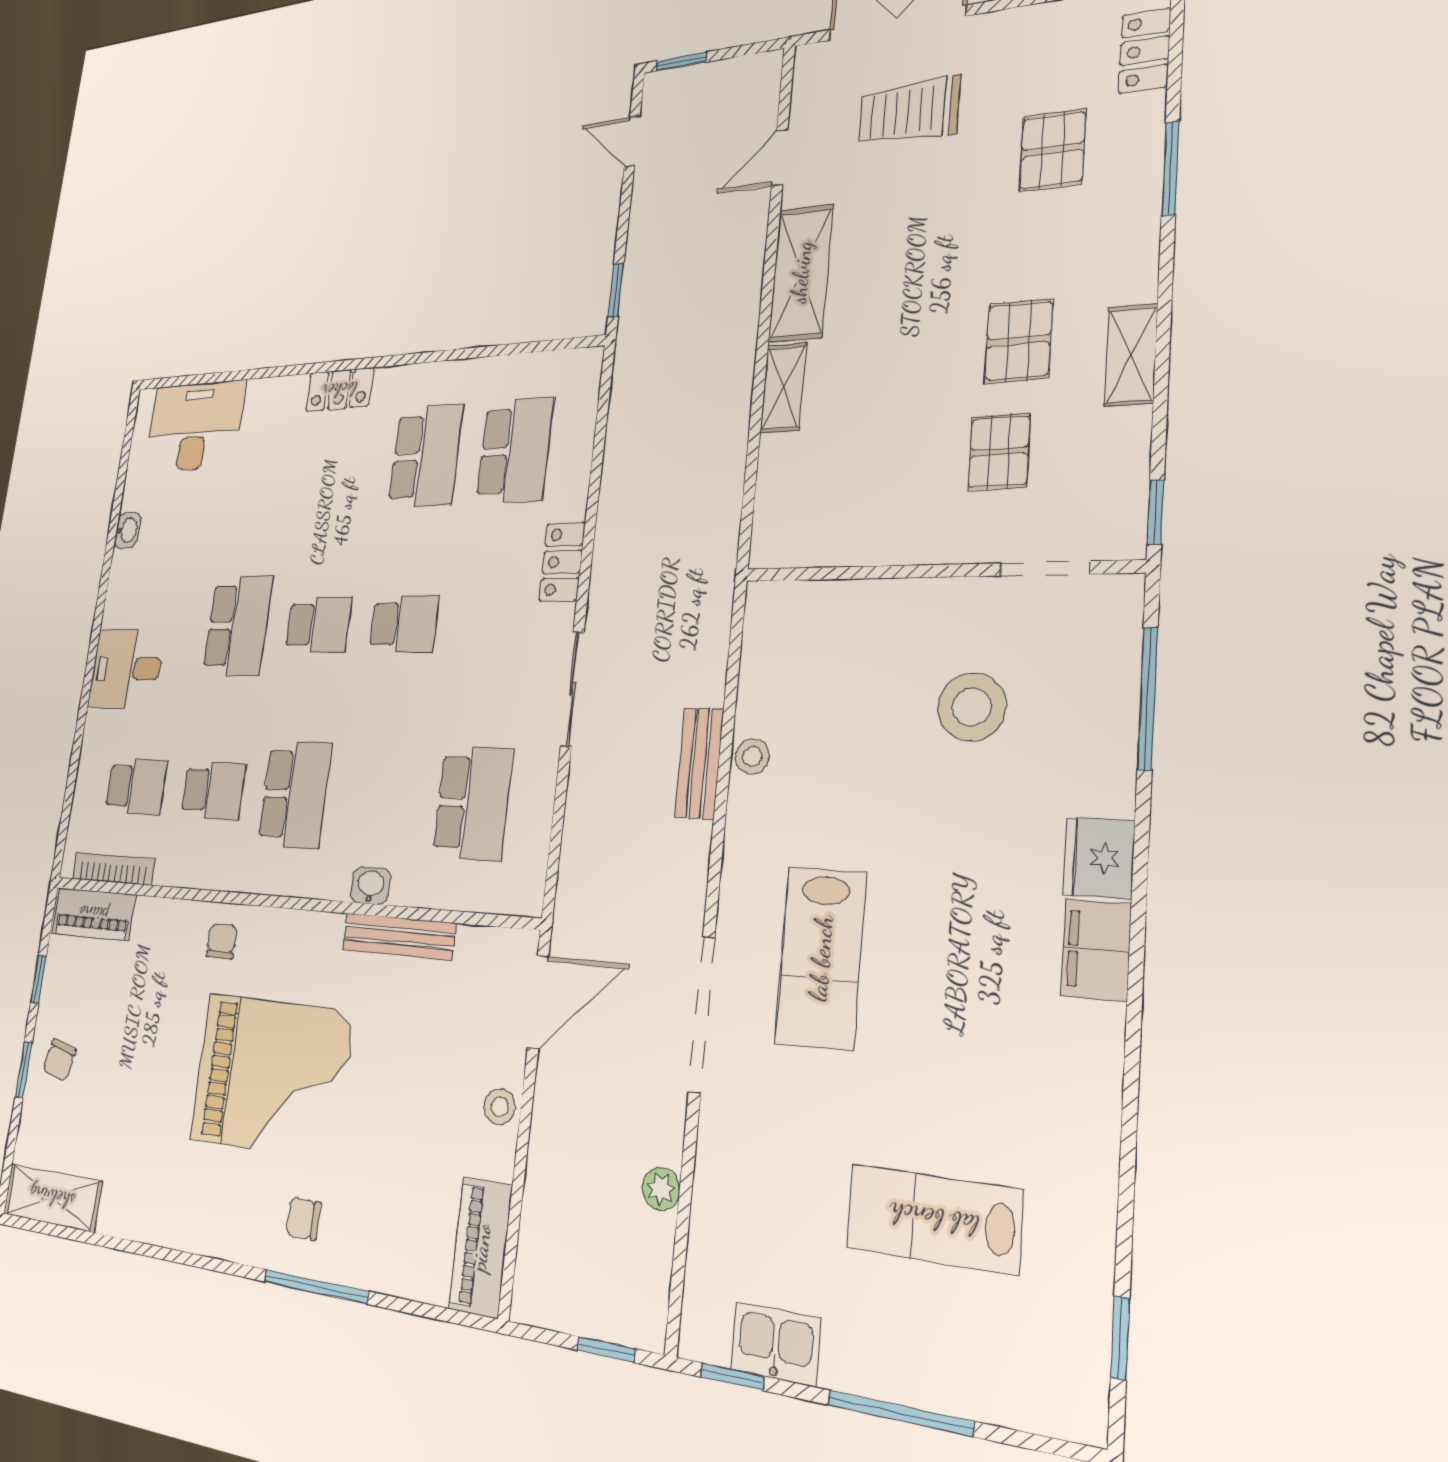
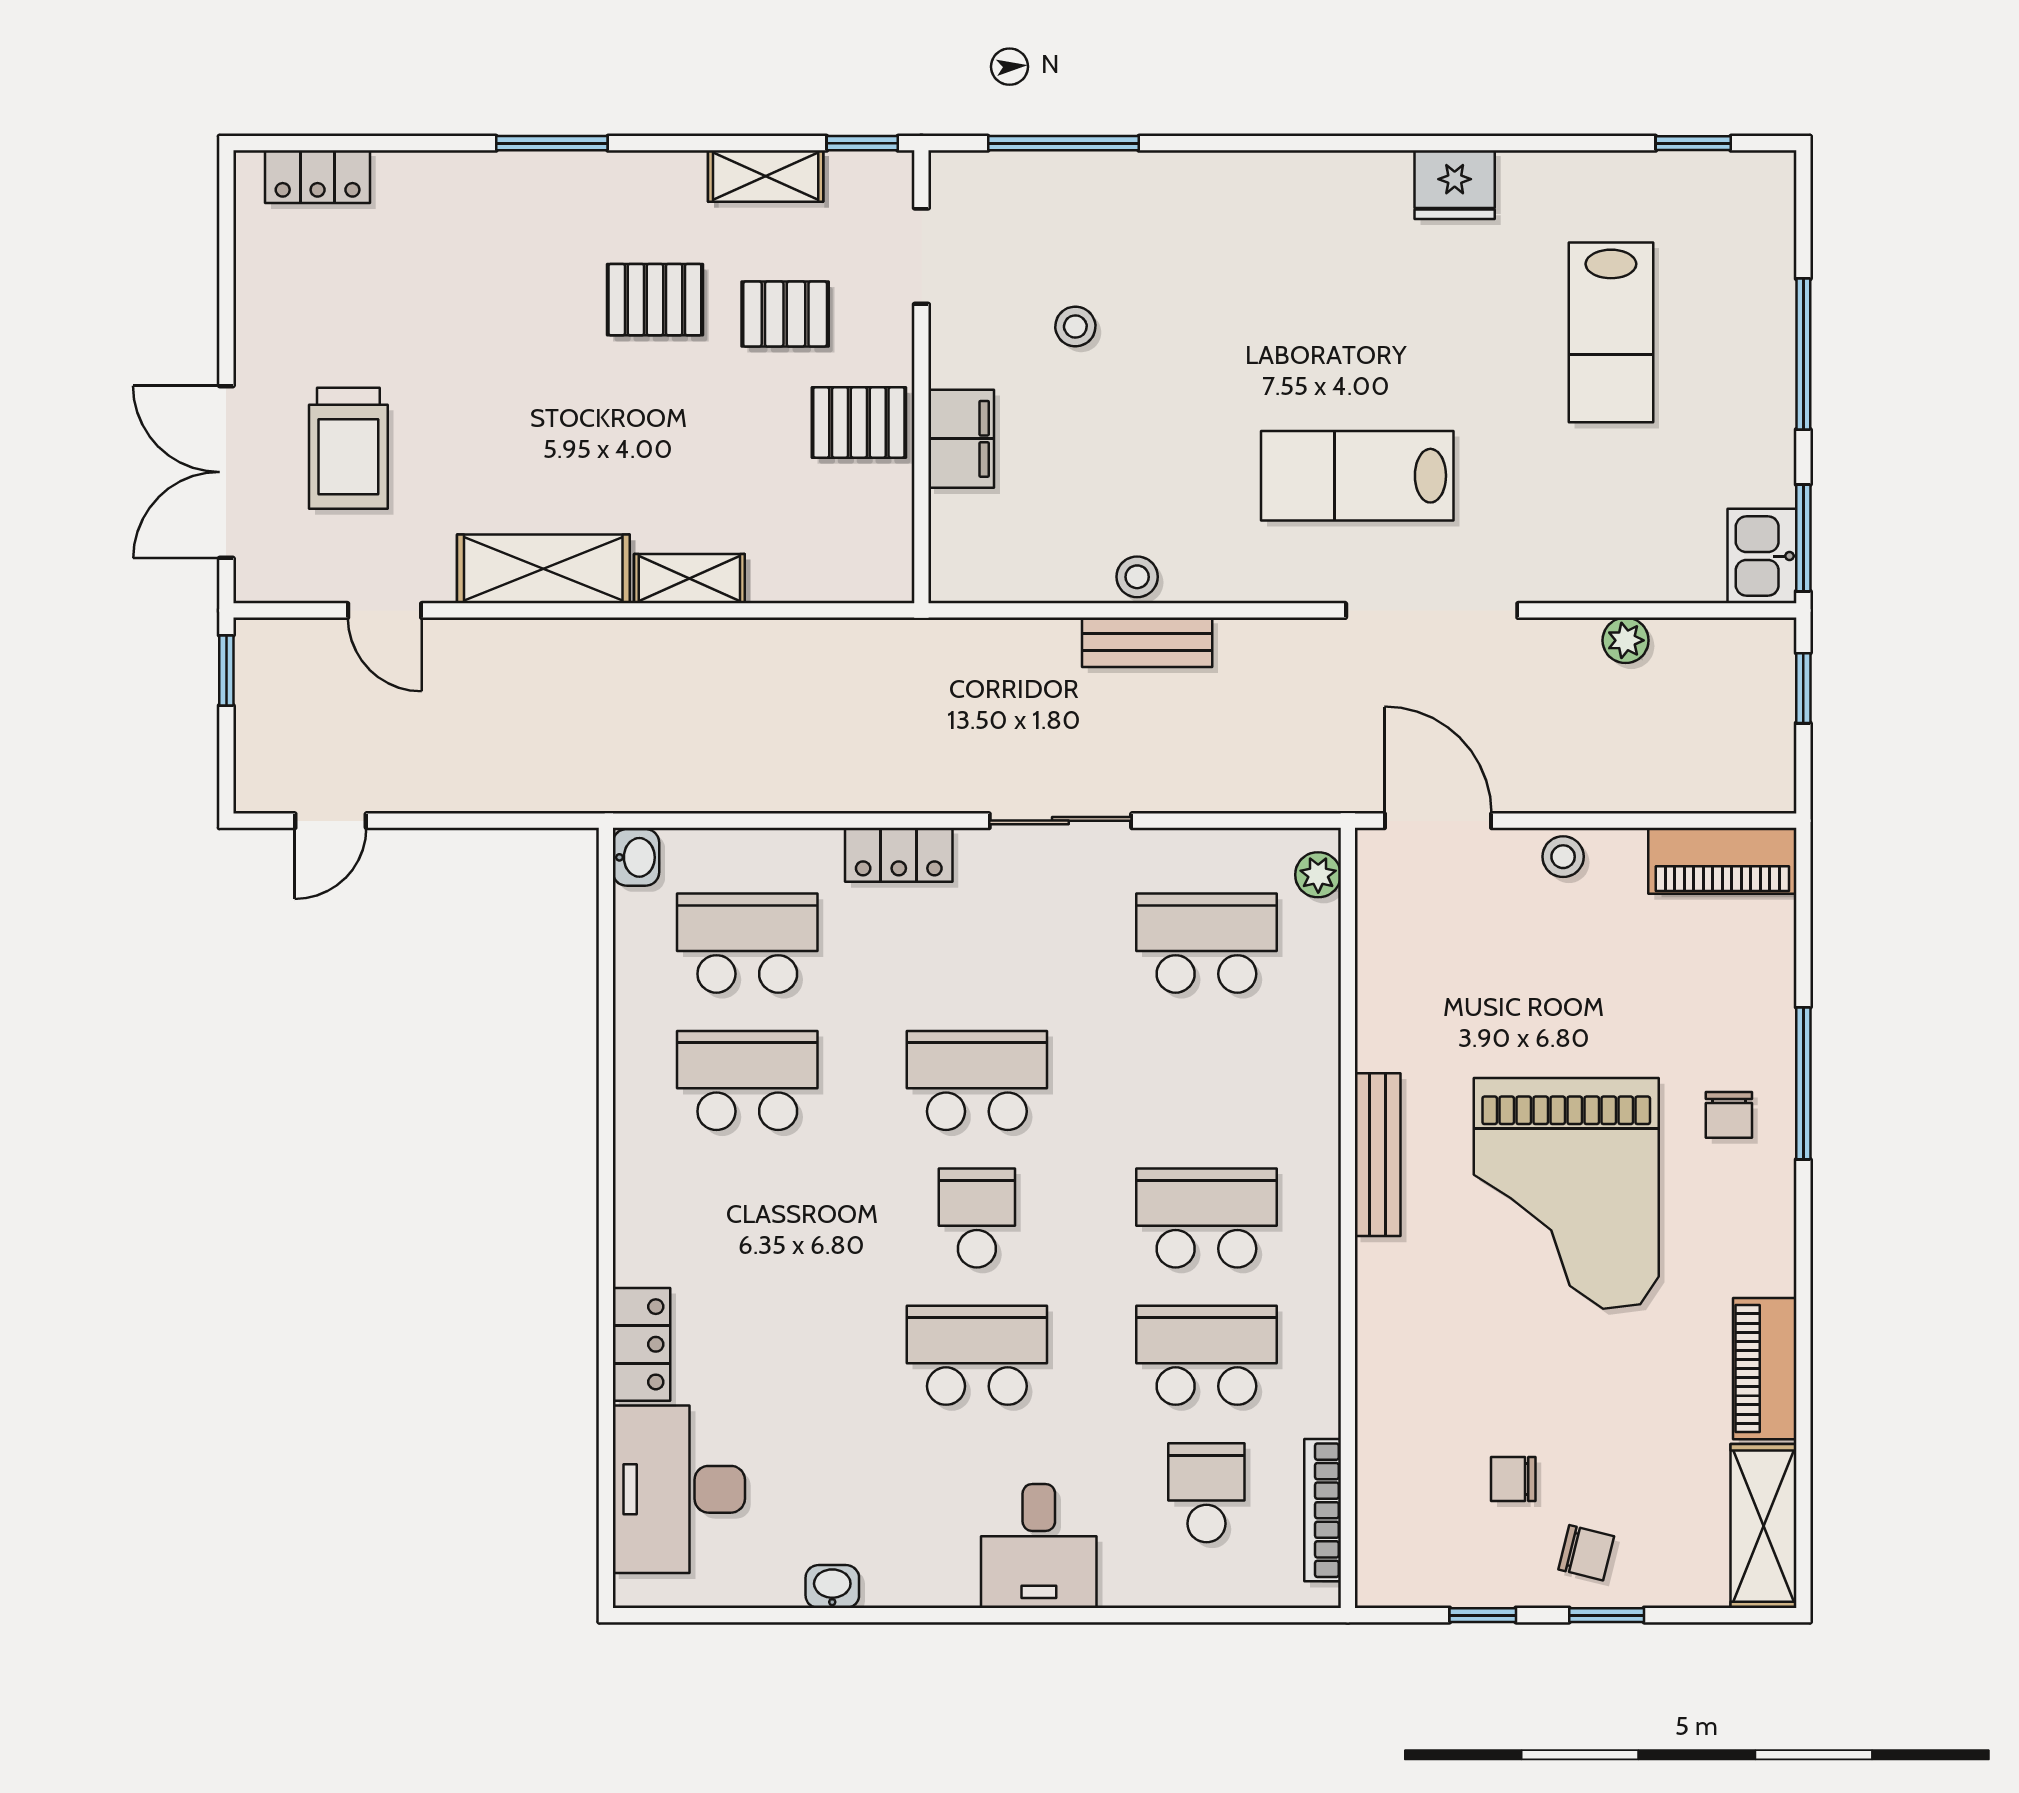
window: (681, 61) -> (226, 670), moved
pallet: (1053, 150) -> (859, 422), moved
window: (1170, 168) -> (552, 143), moved
window: (616, 291) -> (539, 821), removed
shelving: (1131, 355) -> (766, 176), moved
locker: (339, 390) -> (642, 1344), moved
school desk: (404, 624) -> (977, 1081), width x1.85
stool: (972, 707) -> (1075, 326), width x0.53, depth x0.53
school desk: (213, 790) -> (1206, 1355), width x1.85
fridge: (1099, 858) -> (1455, 185), moved
washbasin: (370, 886) -> (636, 857), moved, turned 180
plant: (510, 897) -> (1318, 875), added
piano: (93, 914) -> (1765, 1369), moved, turned 180
bench: (399, 937) -> (1378, 1155), moved
chair: (222, 941) -> (1513, 1479), moved
filing cabinet: (1096, 950) -> (961, 439), moved, turned -90
lab bench: (821, 958) -> (1357, 476), turned 180
grand piano: (271, 1076) -> (1566, 1193), turned 180
kitchen sink: (776, 1344) -> (1762, 556), moved
window: (732, 1377) -> (1803, 538), width x1.50

